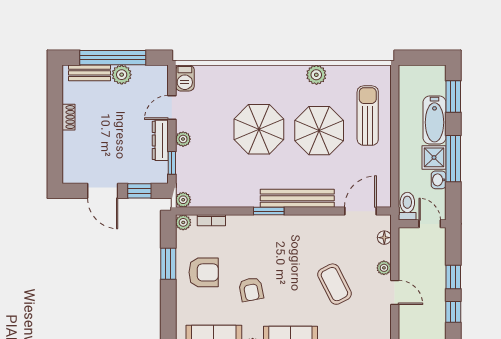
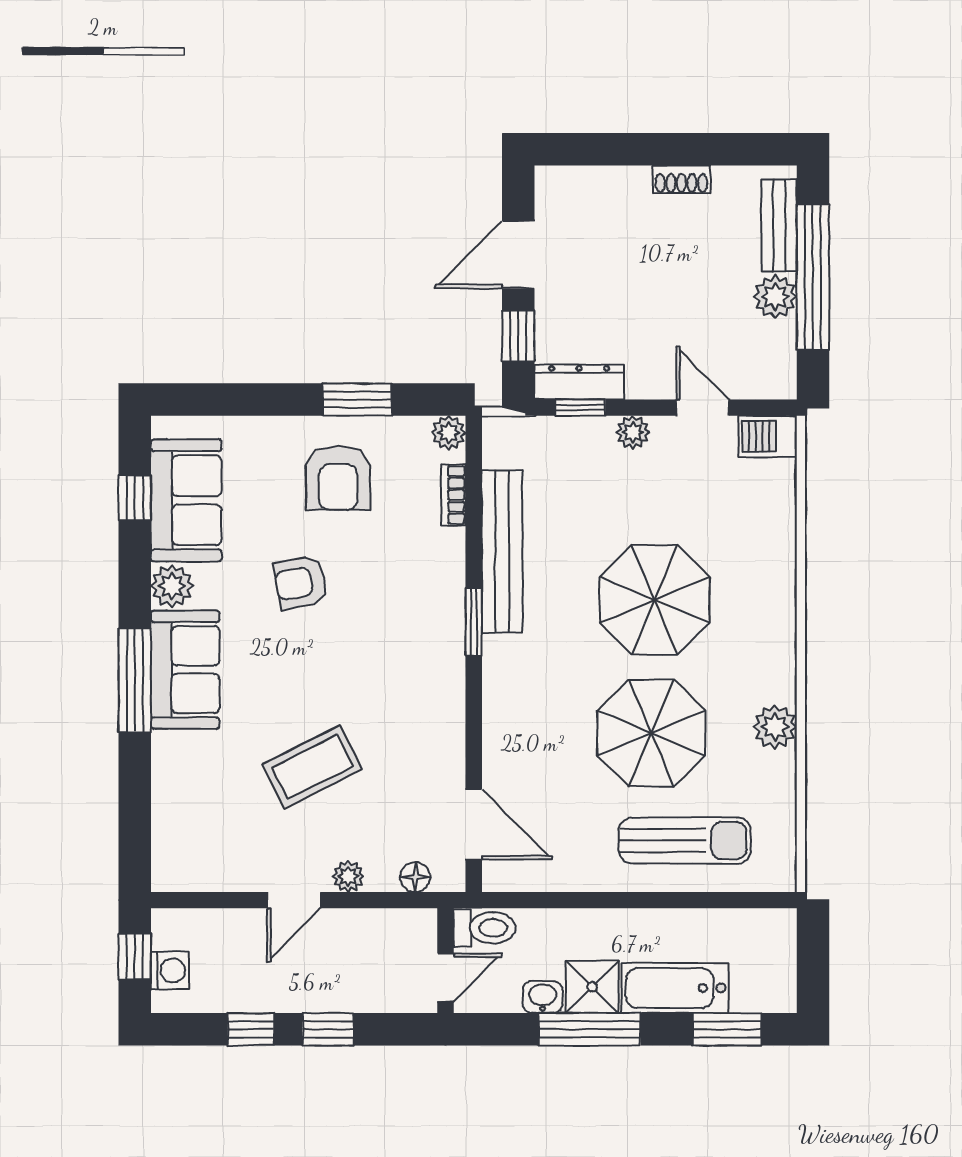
dresser: (160, 140) -> (579, 382), moved
bench: (297, 198) -> (502, 552), moved
plant: (183, 200) -> (499, 433), removed

